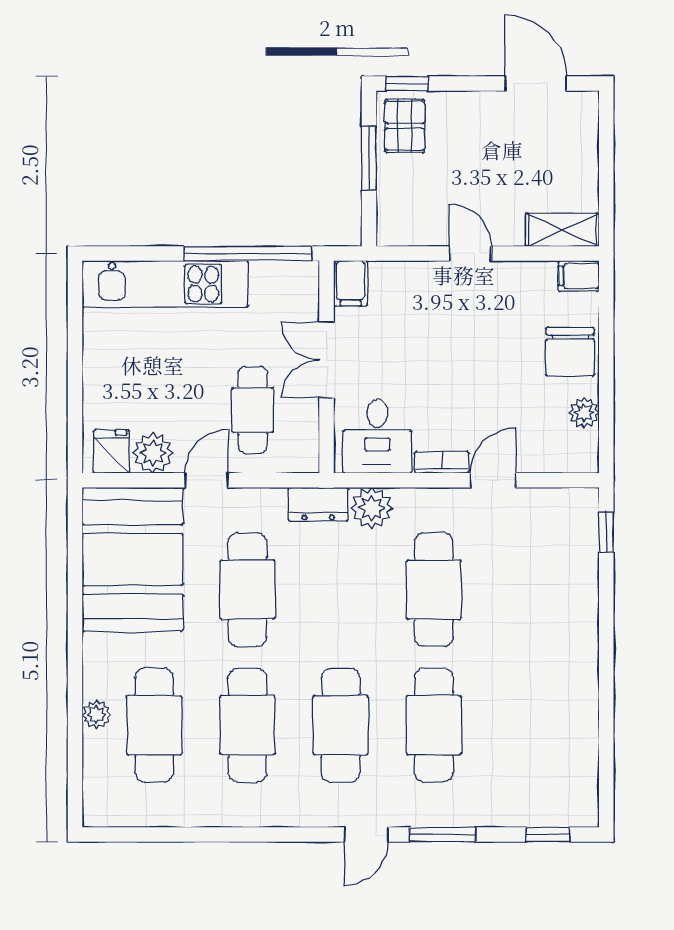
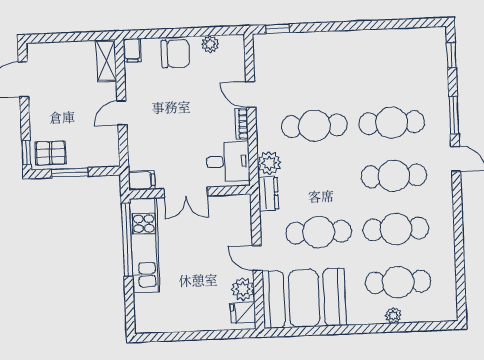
kitchen unit: (165, 284) -> (145, 245), moved
cafe table: (253, 410) -> (216, 233), removed

